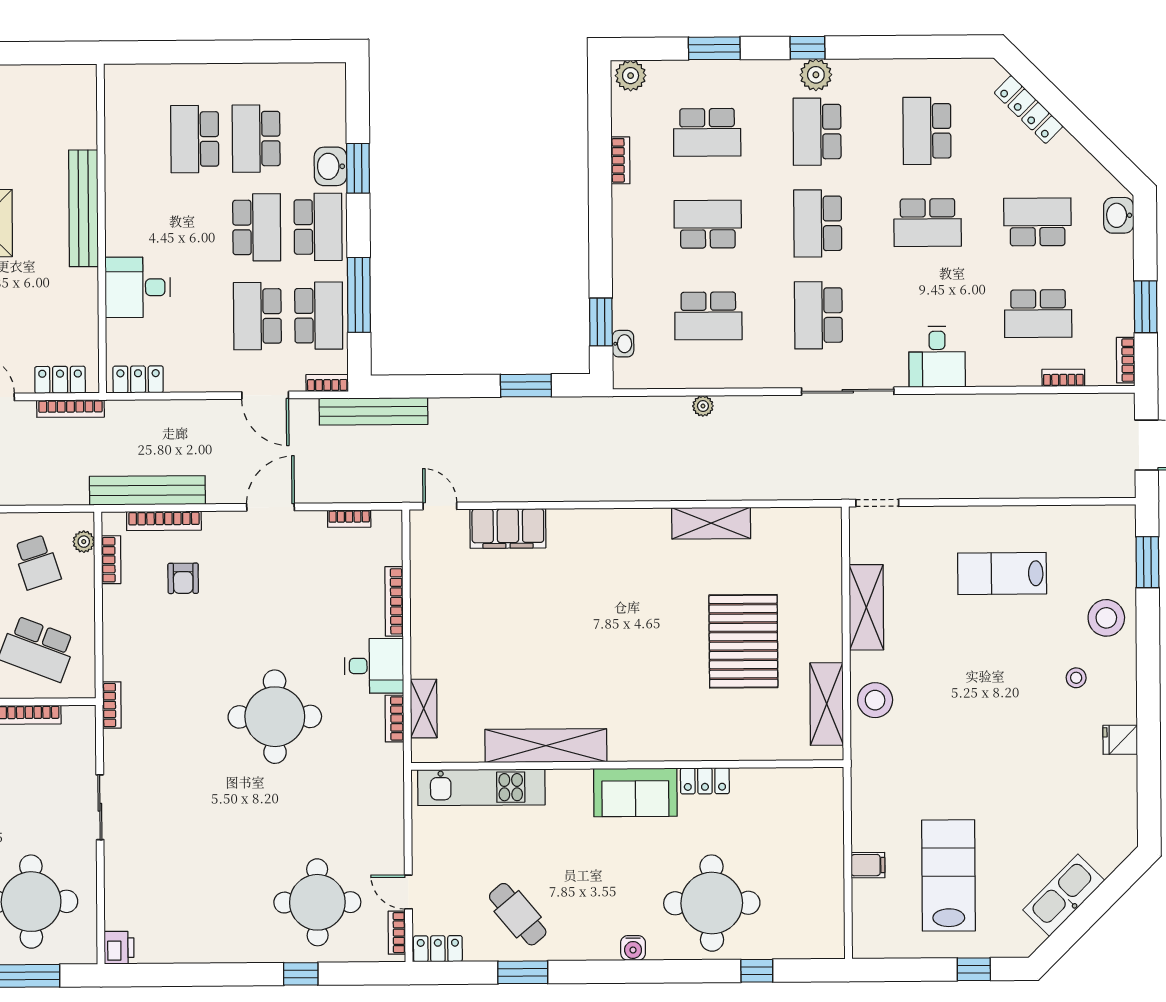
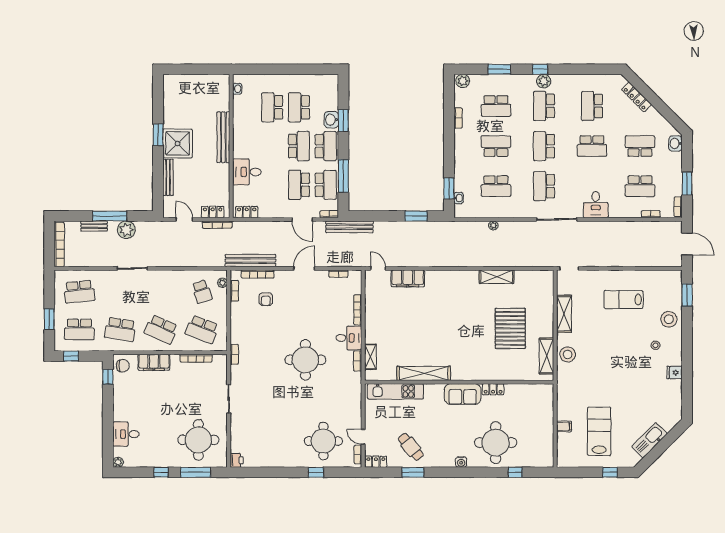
washbasin: (114, 97) -> (237, 89), added

